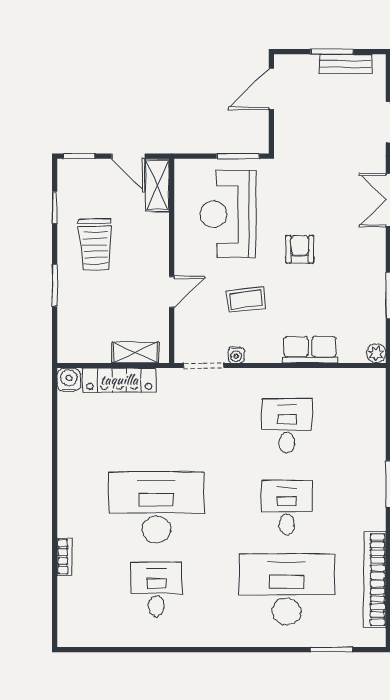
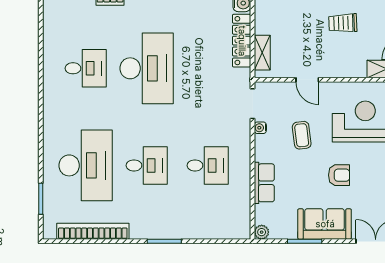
trolley: (95, 244) -> (343, 23), width x0.73, depth x0.72
sofa: (365, 269) -> (325, 224), added

